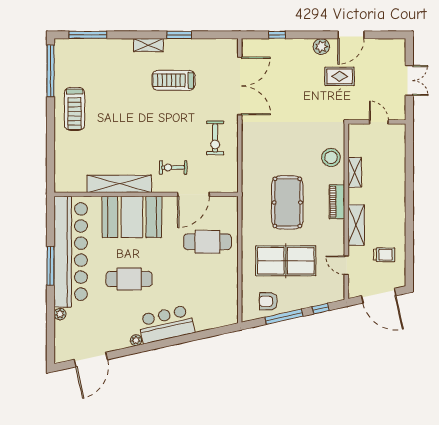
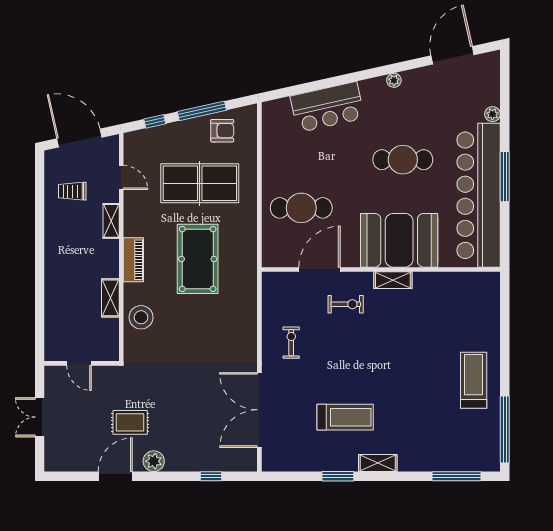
exercise bike: (215, 138) -> (291, 343), width x0.73, depth x0.72
shelving: (119, 184) -> (393, 280), width x0.45, depth x0.75
shelving: (356, 225) -> (111, 221), width x0.67, depth x0.75
bar counter: (166, 324) -> (327, 107), moved

